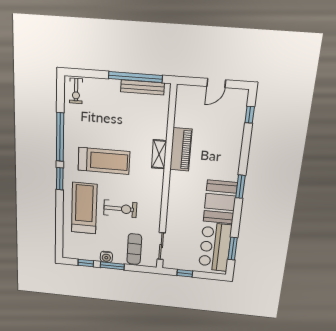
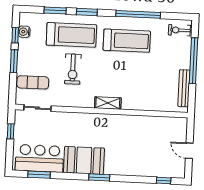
window: (135, 77) -> (194, 61), moved
piano: (181, 149) -> (131, 123), removed
shelving: (159, 154) -> (108, 103), moved
treadmill: (104, 161) -> (127, 41), moved, turned -90
window: (60, 179) -> (87, 12), moved
window: (59, 223) -> (55, 10), added
water cooler: (106, 257) -> (24, 32), moved

